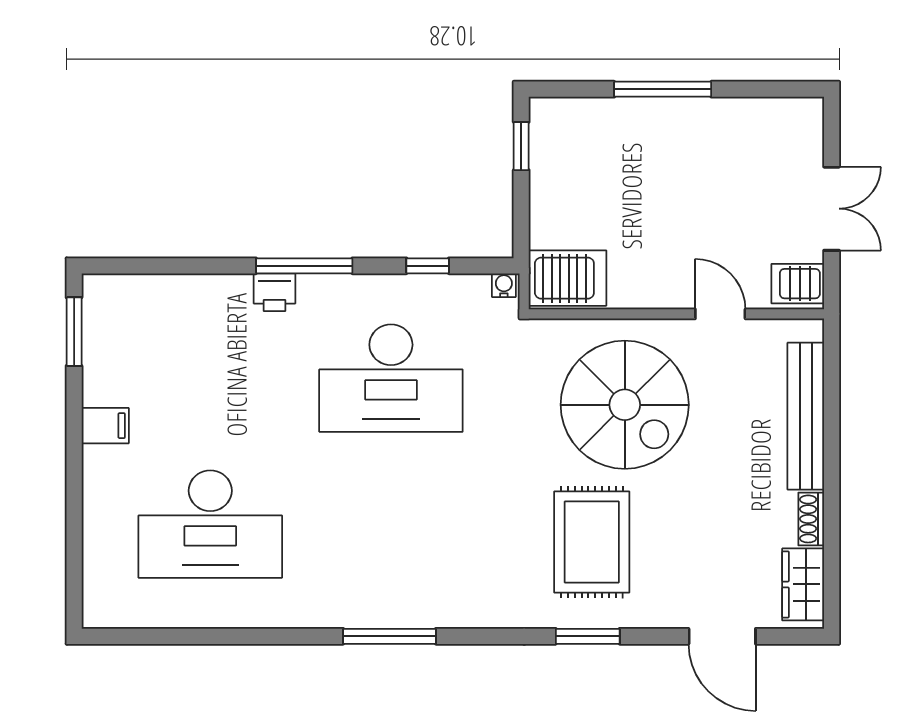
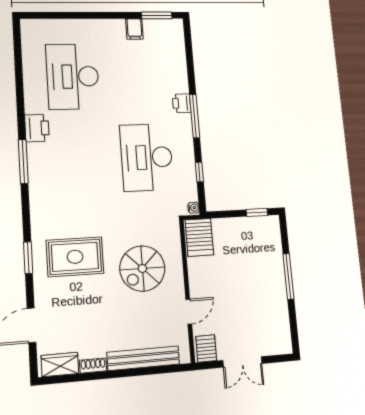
spiral stairs: (625, 405) -> (142, 268), width x0.73, depth x0.73
filing cabinet: (105, 426) -> (134, 29), moved
printer: (320, 605) -> (37, 128), added

